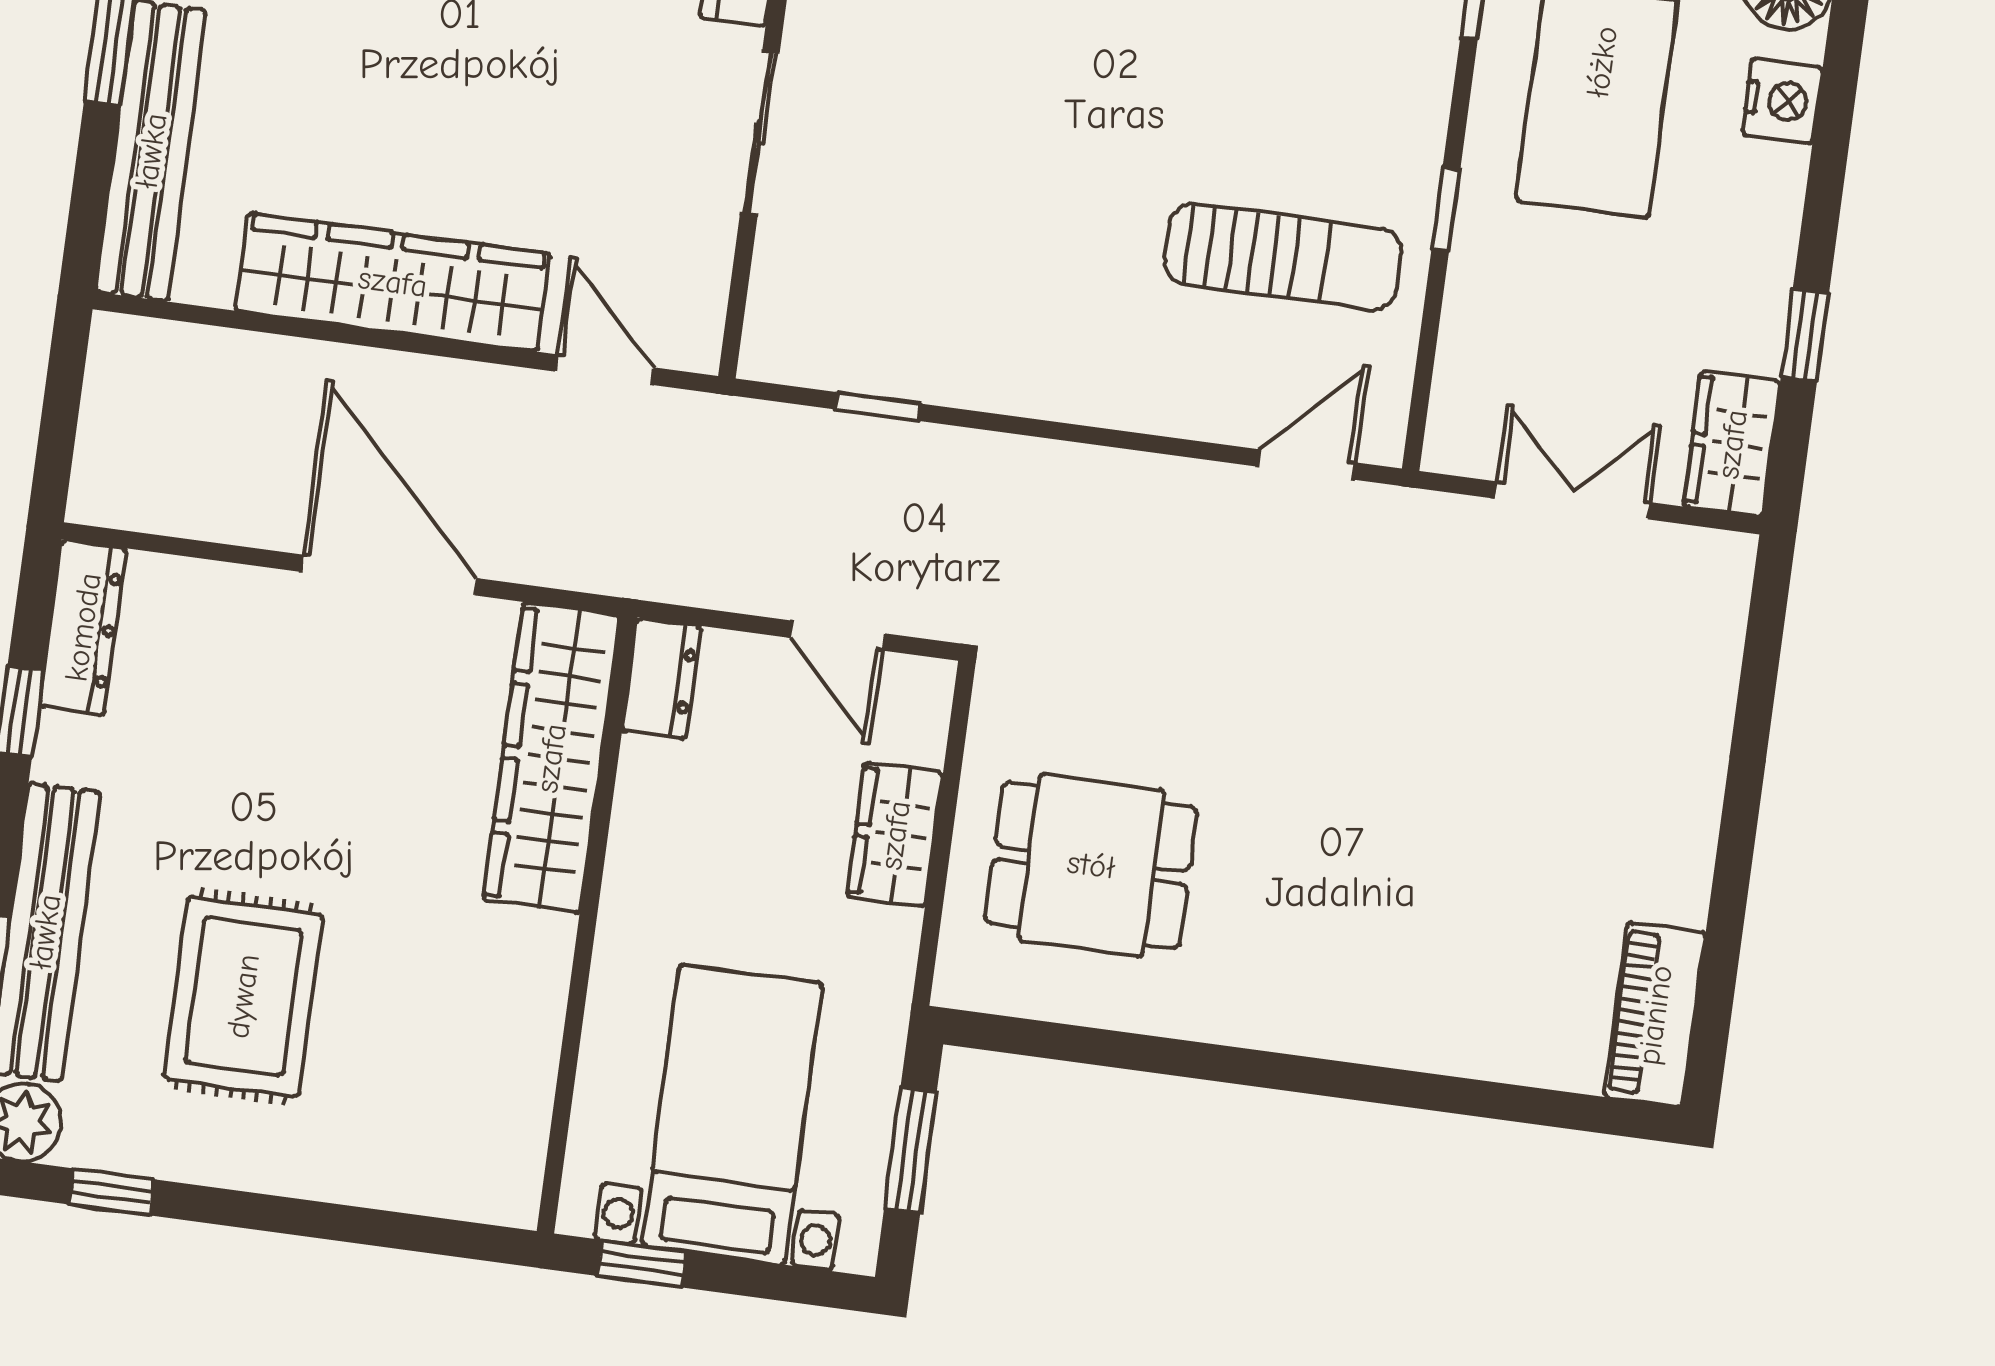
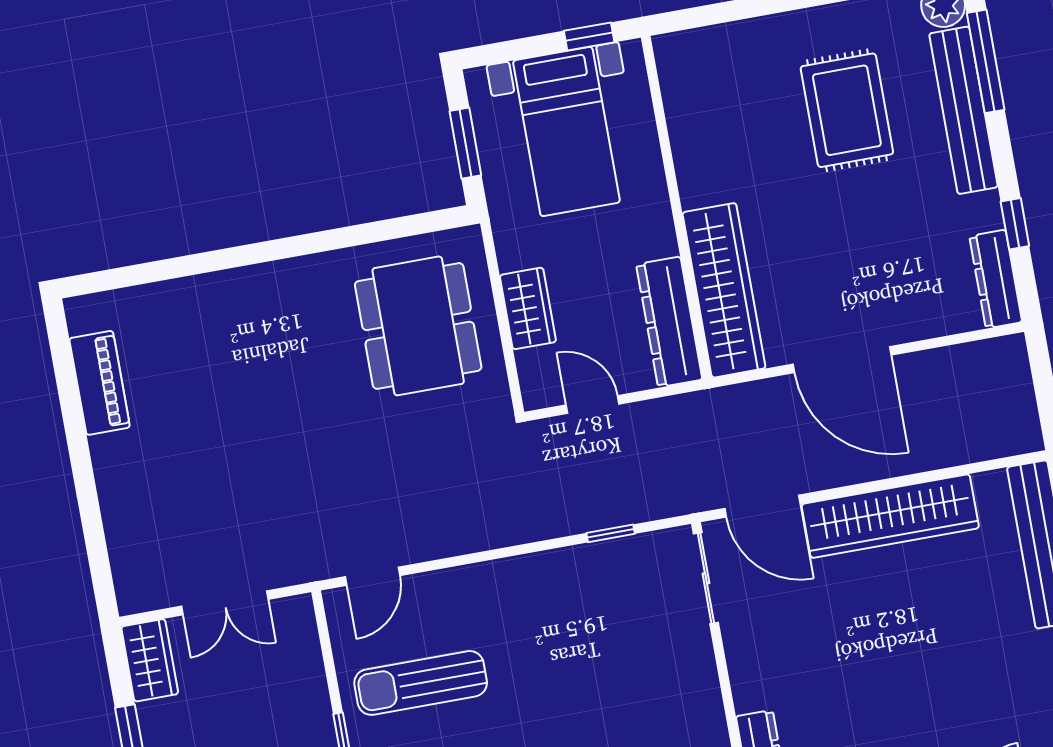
sliding door: (760, 133) -> (706, 578), moved
door: (605, 370) -> (762, 506), width x1.38
dresser: (661, 678) -> (669, 322), width x1.96, depth x1.24
dining table: (1091, 865) -> (418, 326), width x1.38
piano: (1655, 1015) -> (100, 383), moved

